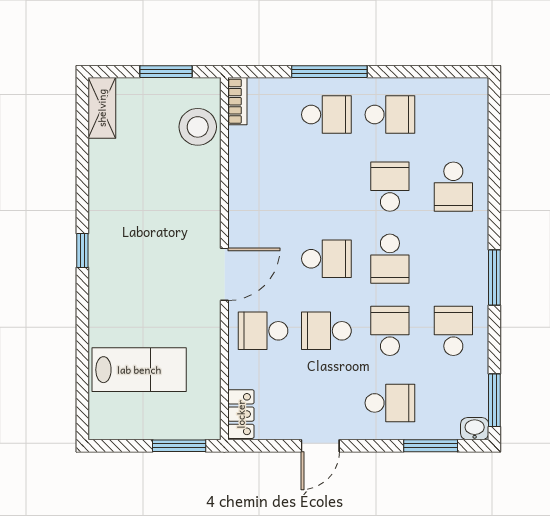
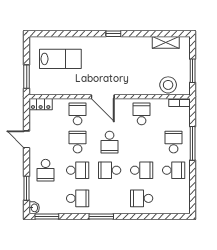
shelving: (102, 108) -> (166, 42), moved
school desk: (326, 115) -> (174, 142), turned 180
school desk: (390, 115) -> (174, 170), turned -90
school desk: (263, 187) -> (142, 114), added
lab bench: (139, 370) -> (60, 59), turned -90

